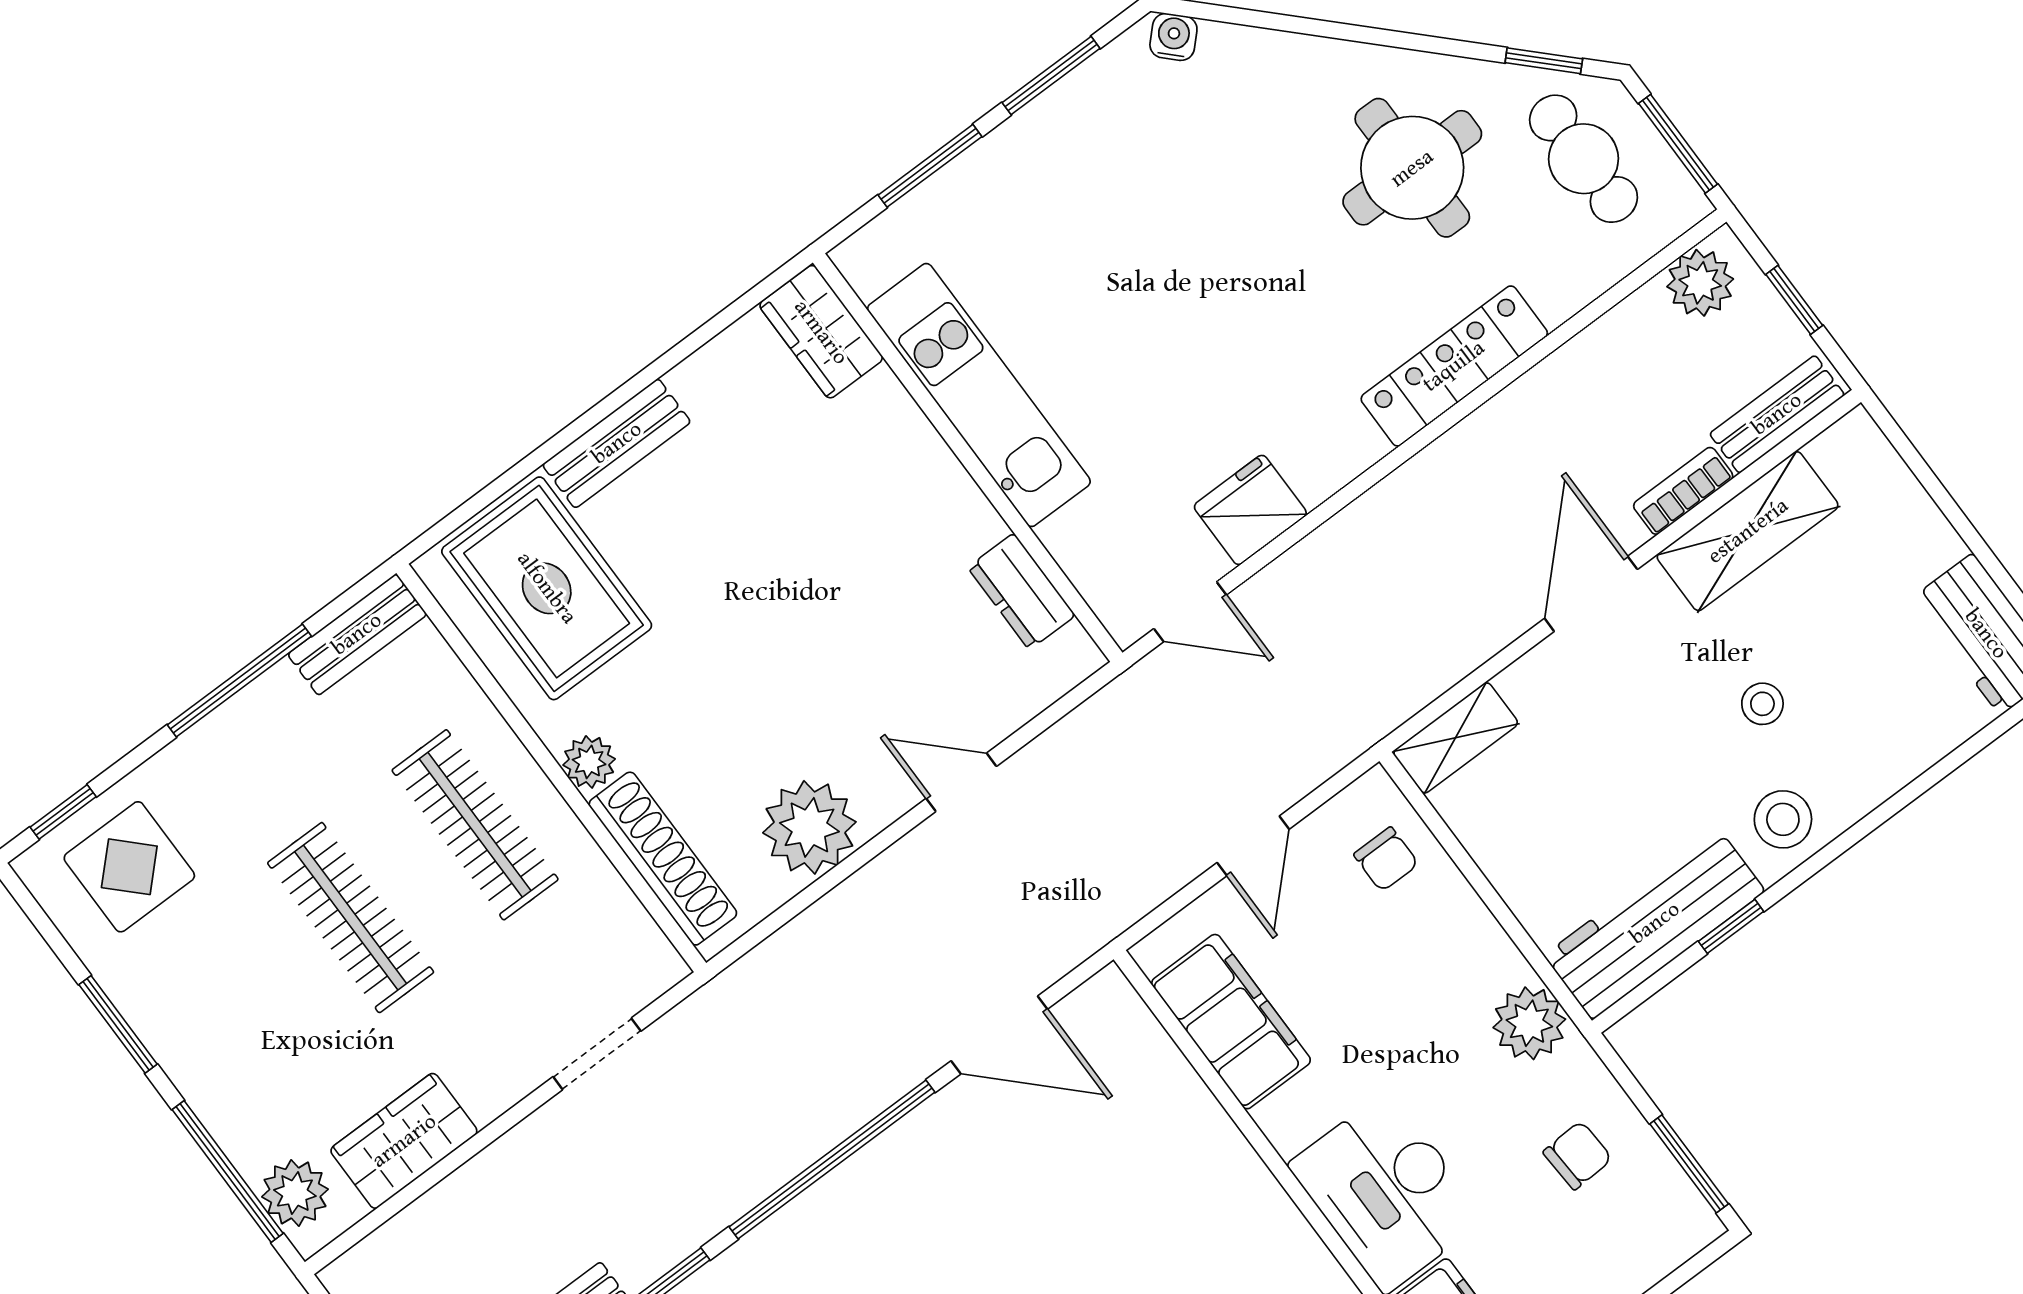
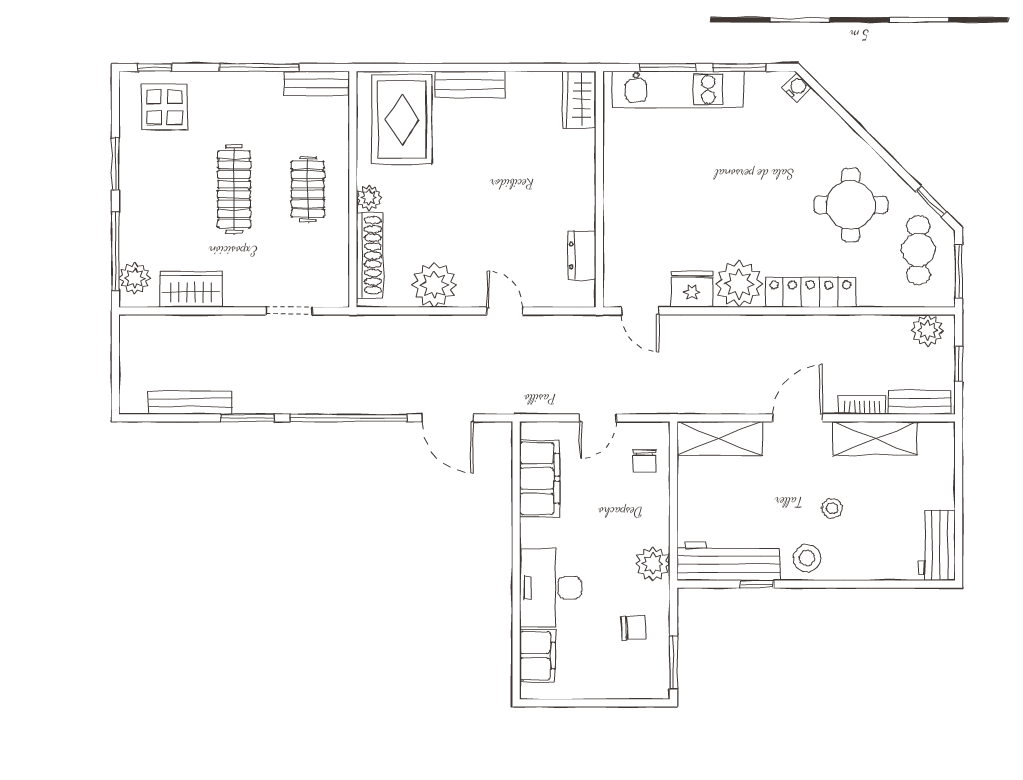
kitchen unit: (979, 395) -> (678, 89), moved, turned 90
plant: (1323, 441) -> (739, 284), added
shelving: (1456, 738) -> (720, 438), width x1.50, depth x1.33
clothes rail: (475, 825) -> (308, 189), width x0.73

